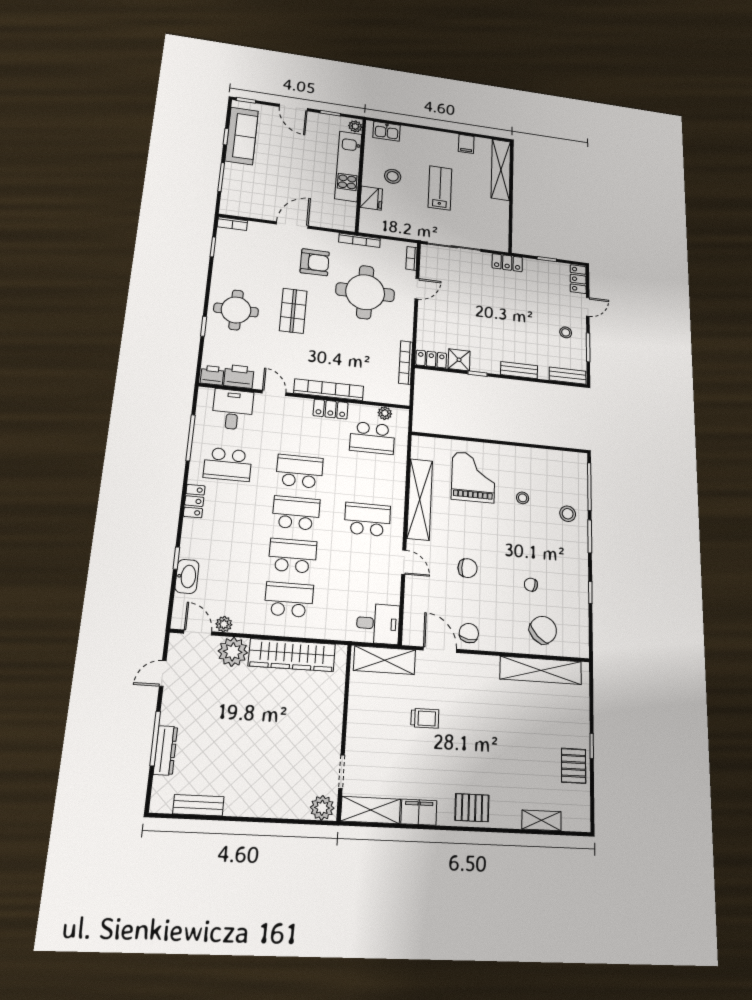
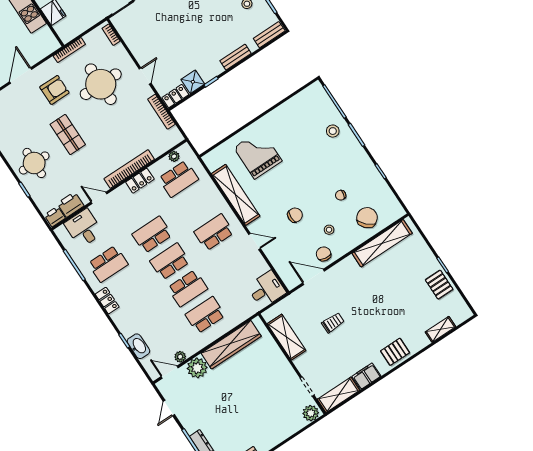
door: (417, 289) -> (145, 76), moved
stool: (523, 498) -> (329, 230), moved
school desk: (293, 556) -> (188, 288), turned 180
shelving: (385, 660) -> (287, 337), moved, turned 90

